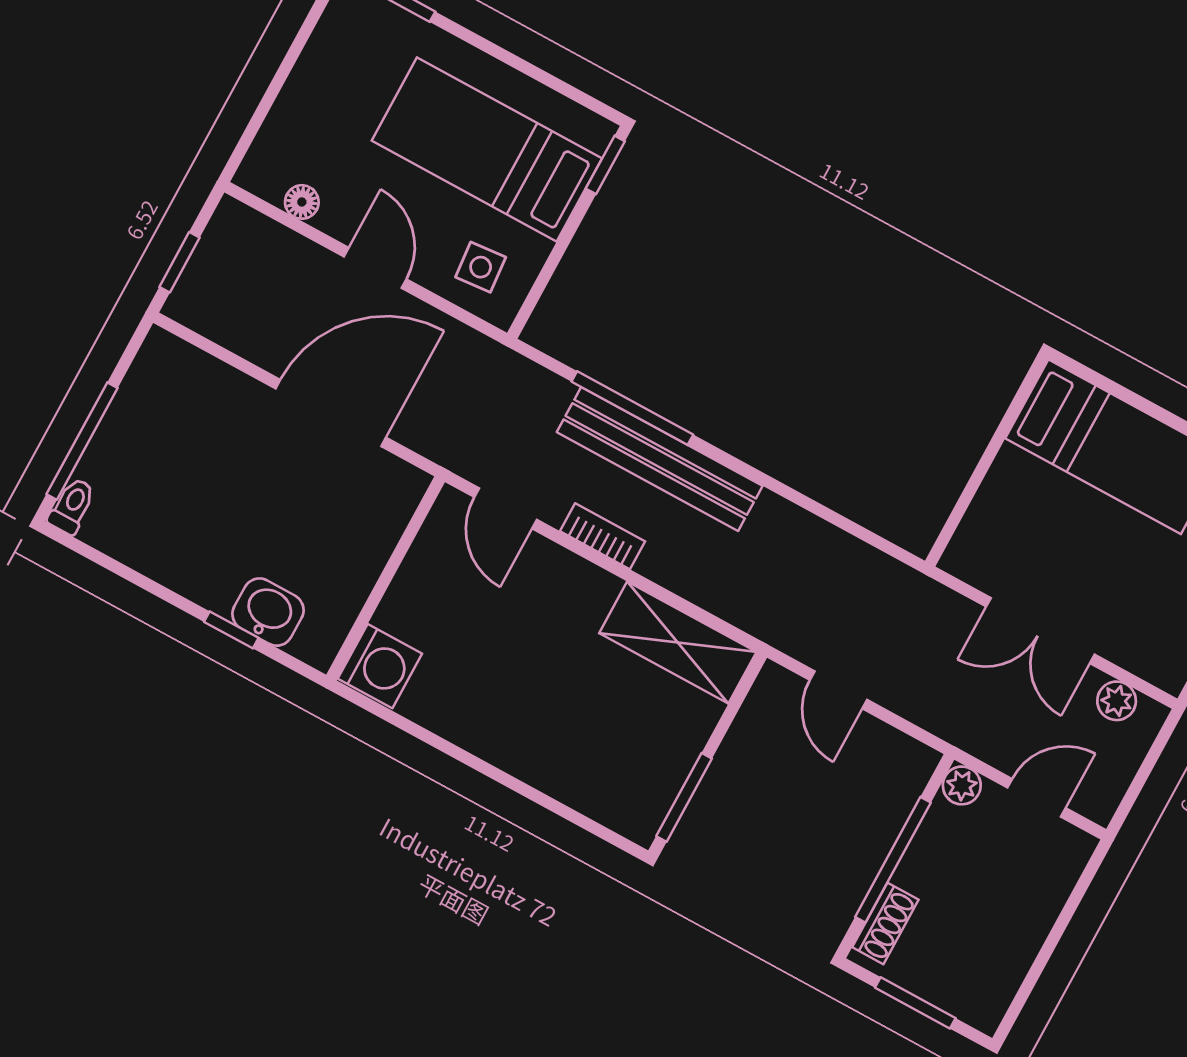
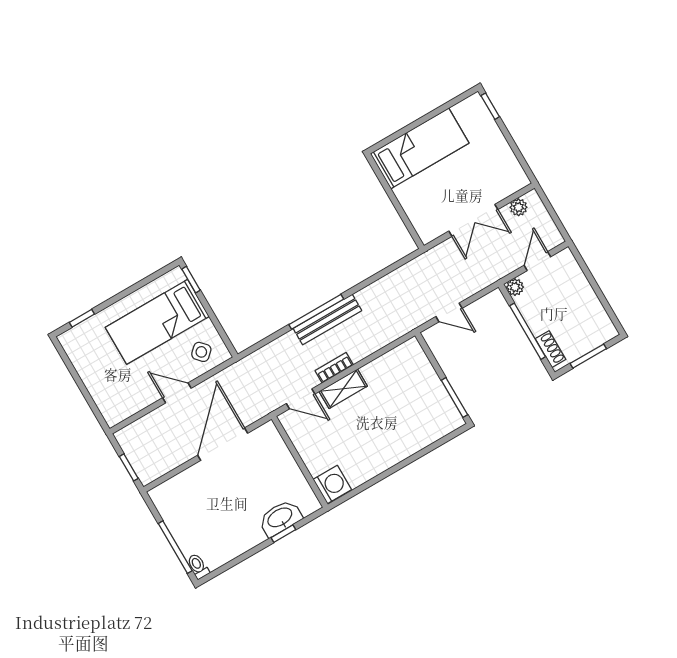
floor lamp: (302, 202) -> (134, 406), removed
side table: (481, 267) -> (201, 352), turned -38
window: (632, 408) -> (316, 312), moved
bench: (660, 459) -> (327, 319), width x0.73, depth x0.82
washbasin: (268, 612) -> (280, 518), width x1.38
shelving: (678, 643) -> (343, 389), moved, width x0.67, depth x0.75

